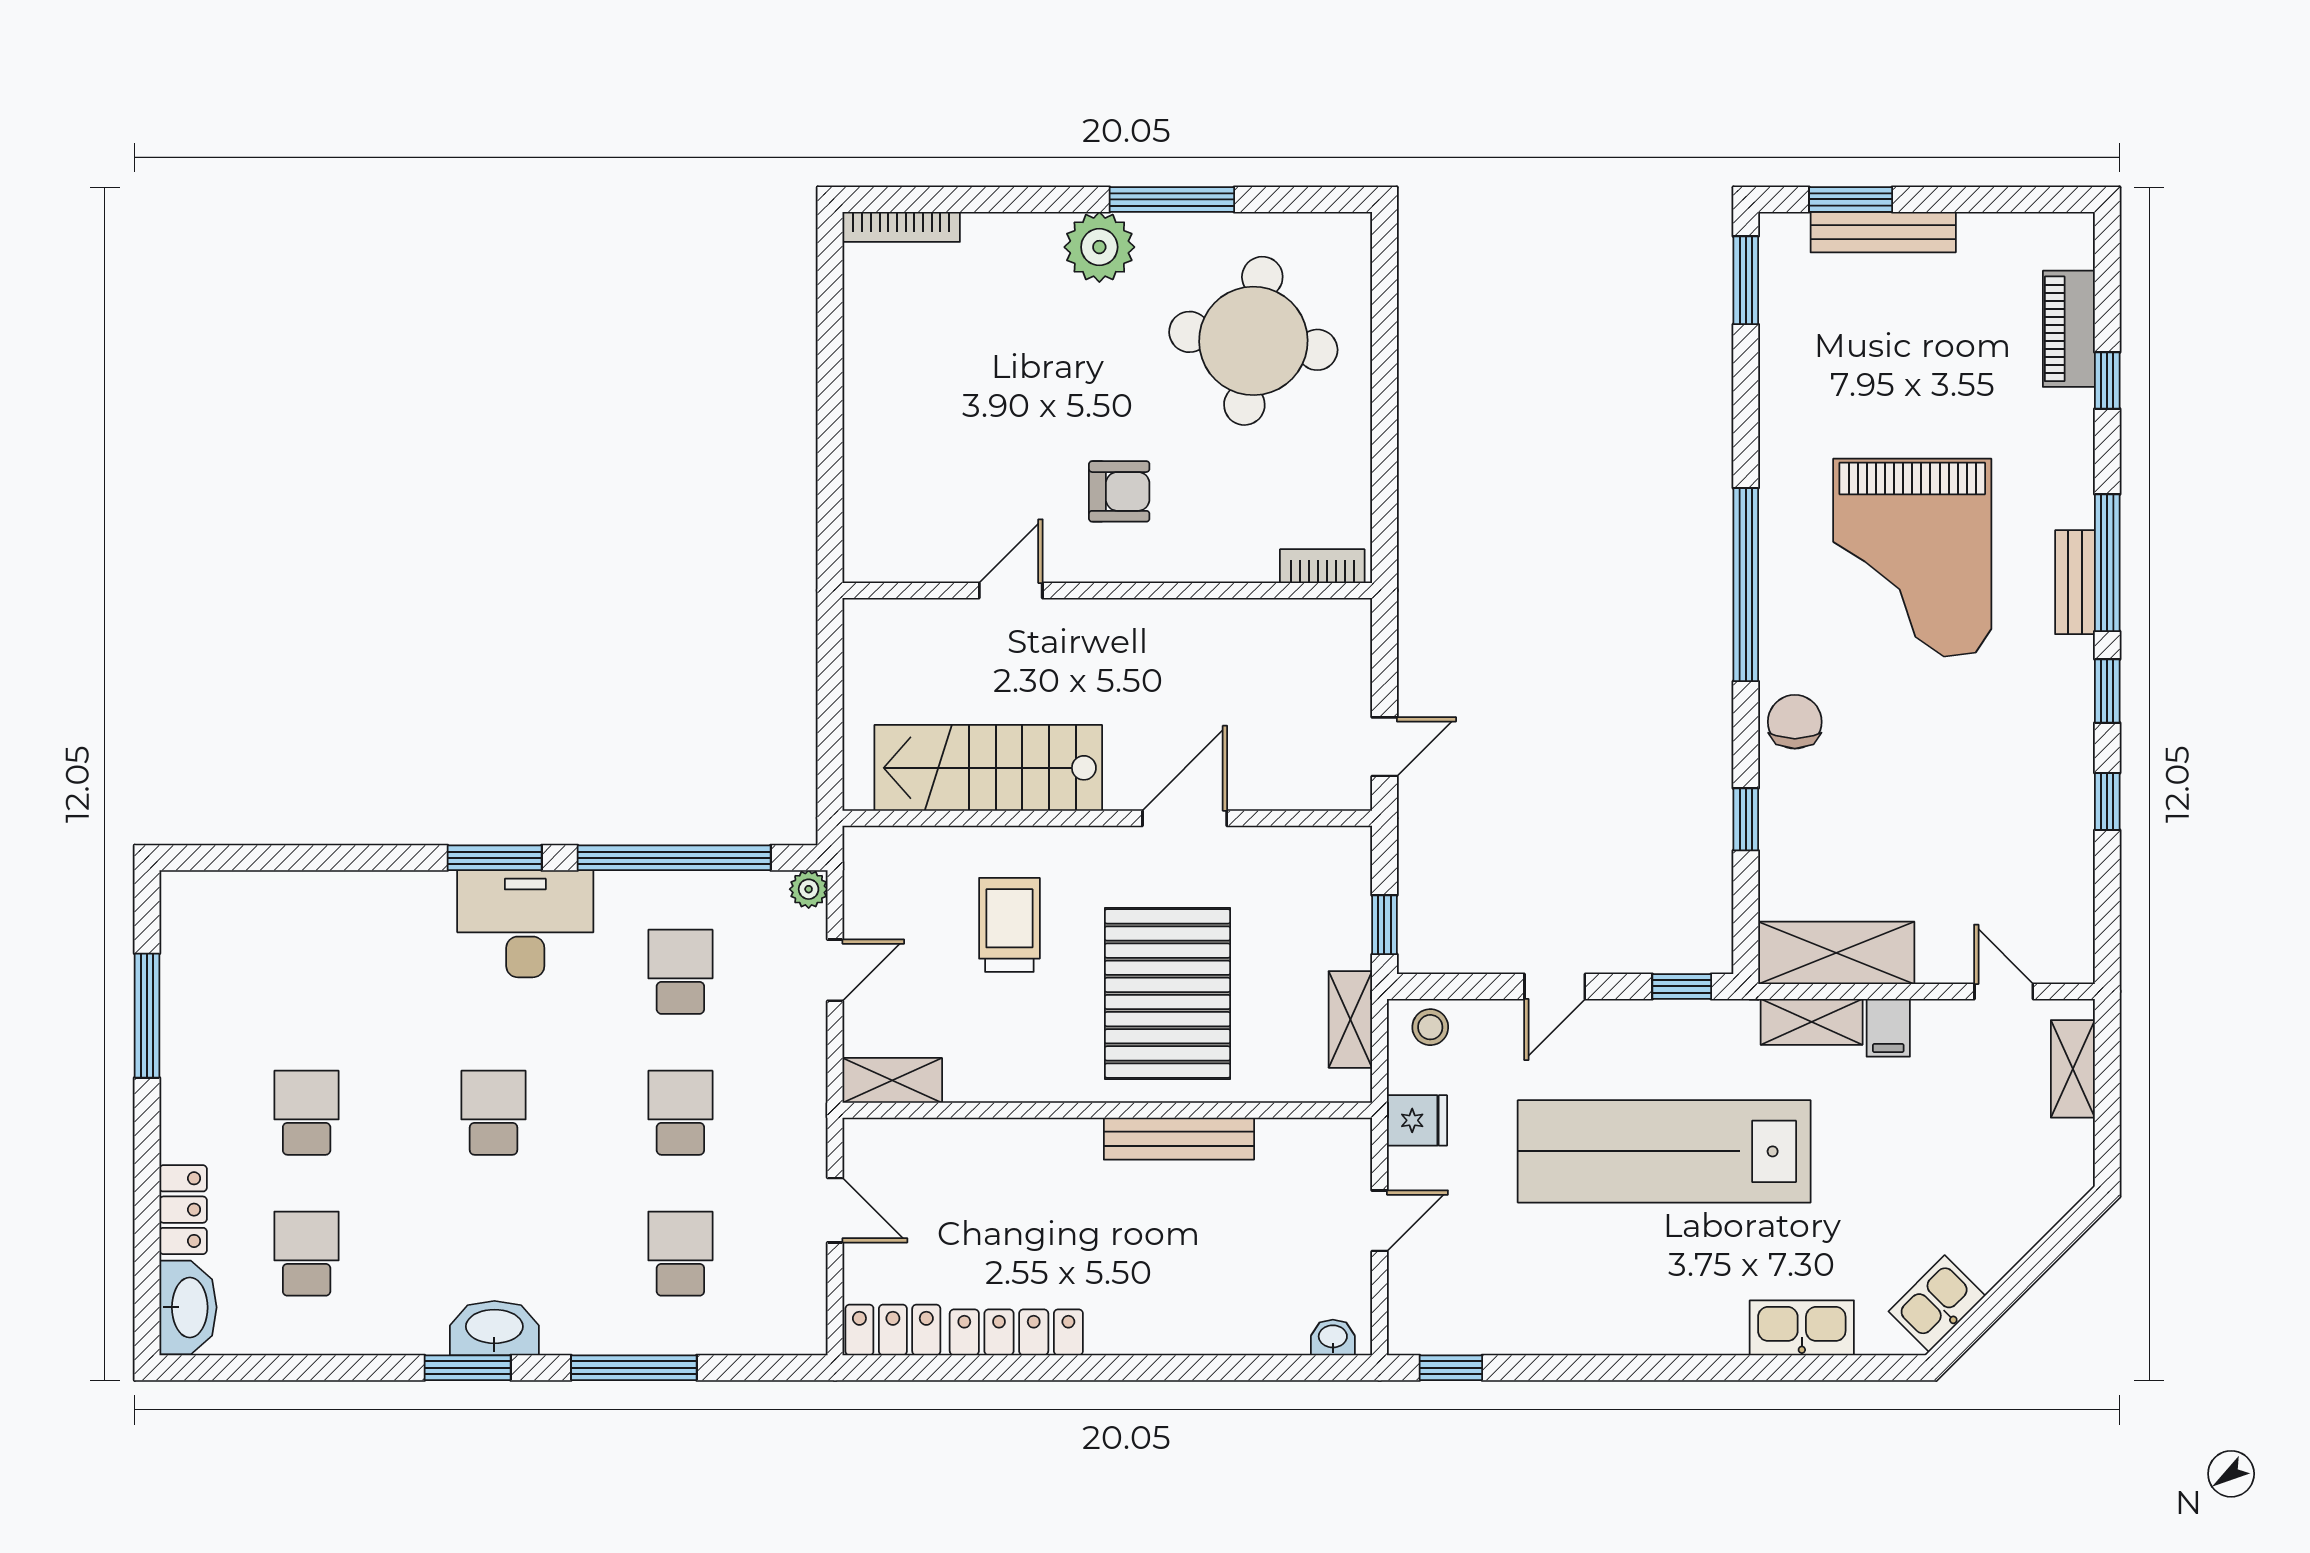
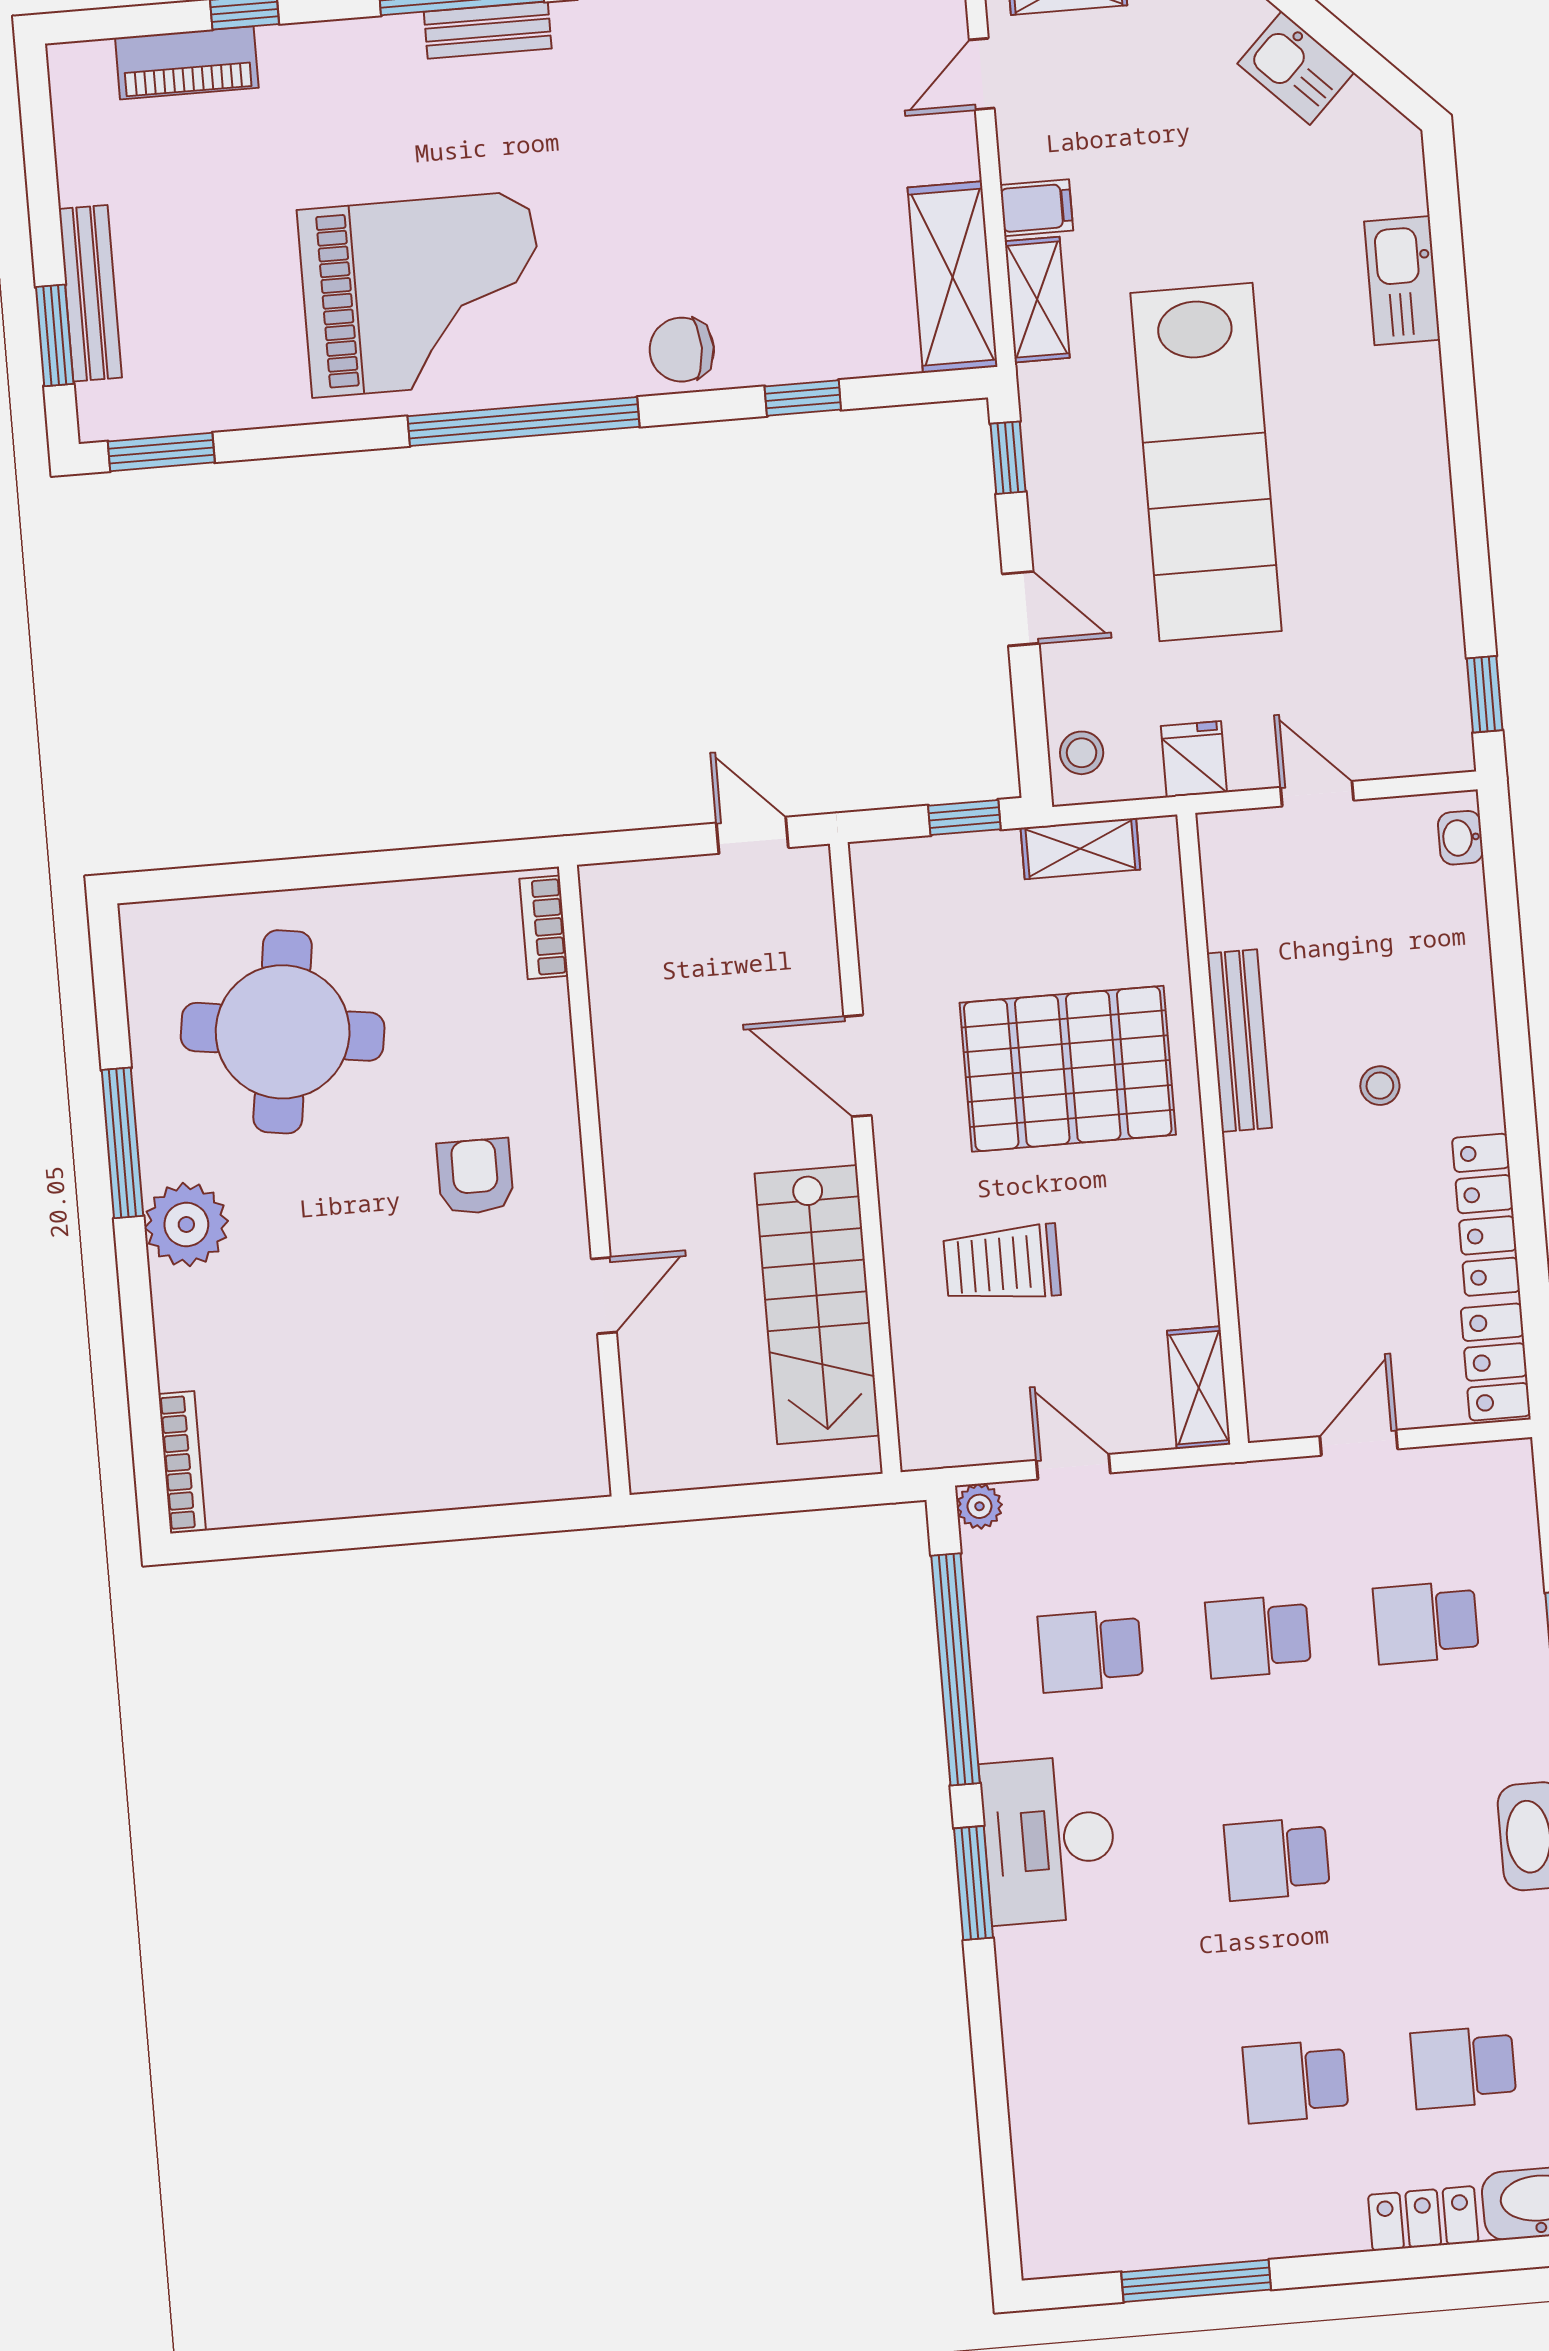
grand piano: (1912, 558) -> (422, 294), moved
door: (1011, 590) -> (604, 1296), swing flipped
stool: (1132, 1253) -> (1380, 1086), added
kitchen sink: (1937, 1304) -> (1296, 68), moved

